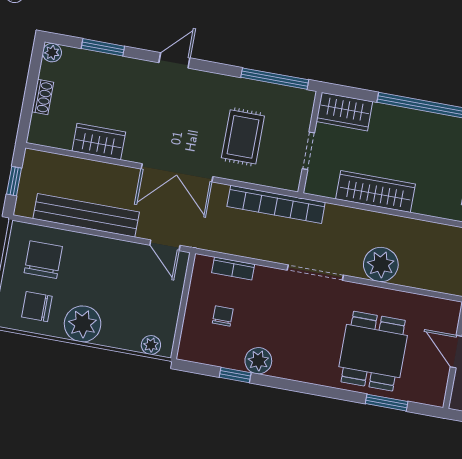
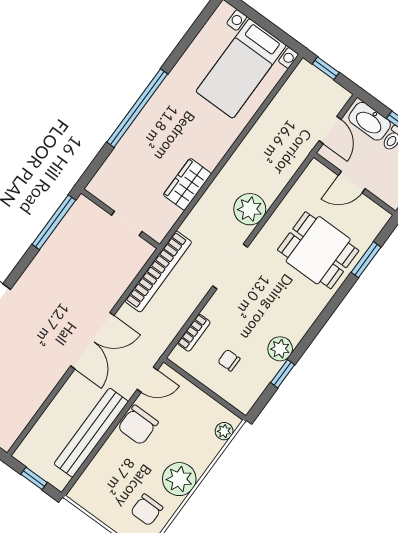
wardrobe: (344, 112) -> (109, 178), removed
rug: (243, 137) -> (89, 272), removed
wardrobe: (99, 142) -> (35, 393), removed
wardrobe: (375, 192) -> (187, 184), width x0.67
chair: (43, 260) -> (138, 425), moved, turned -90

